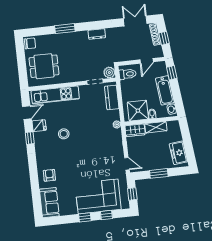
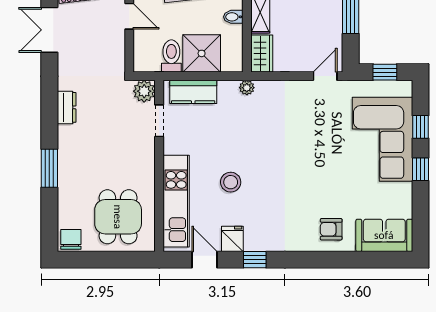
toilet: (128, 74) -> (171, 56), moved
shower: (138, 111) -> (202, 53), moved
stool: (64, 134) -> (231, 182), moved

